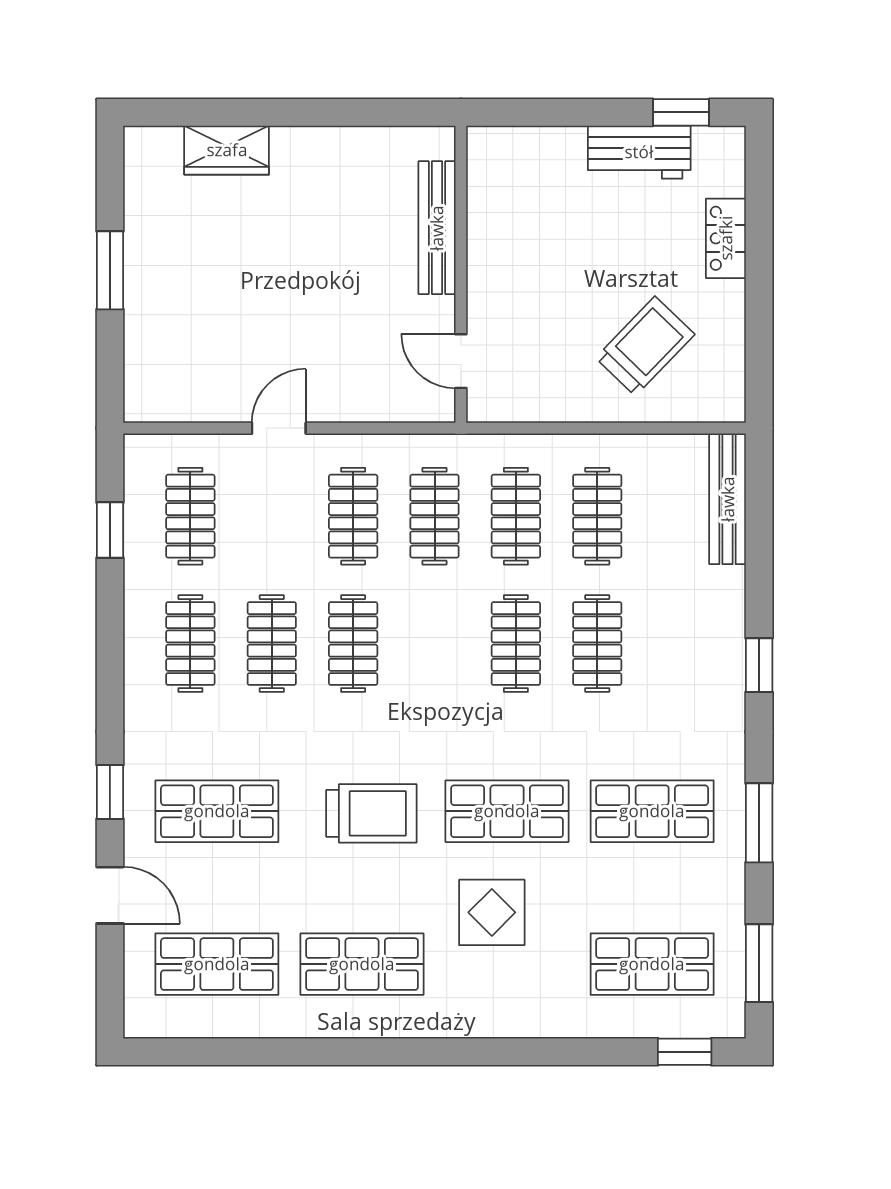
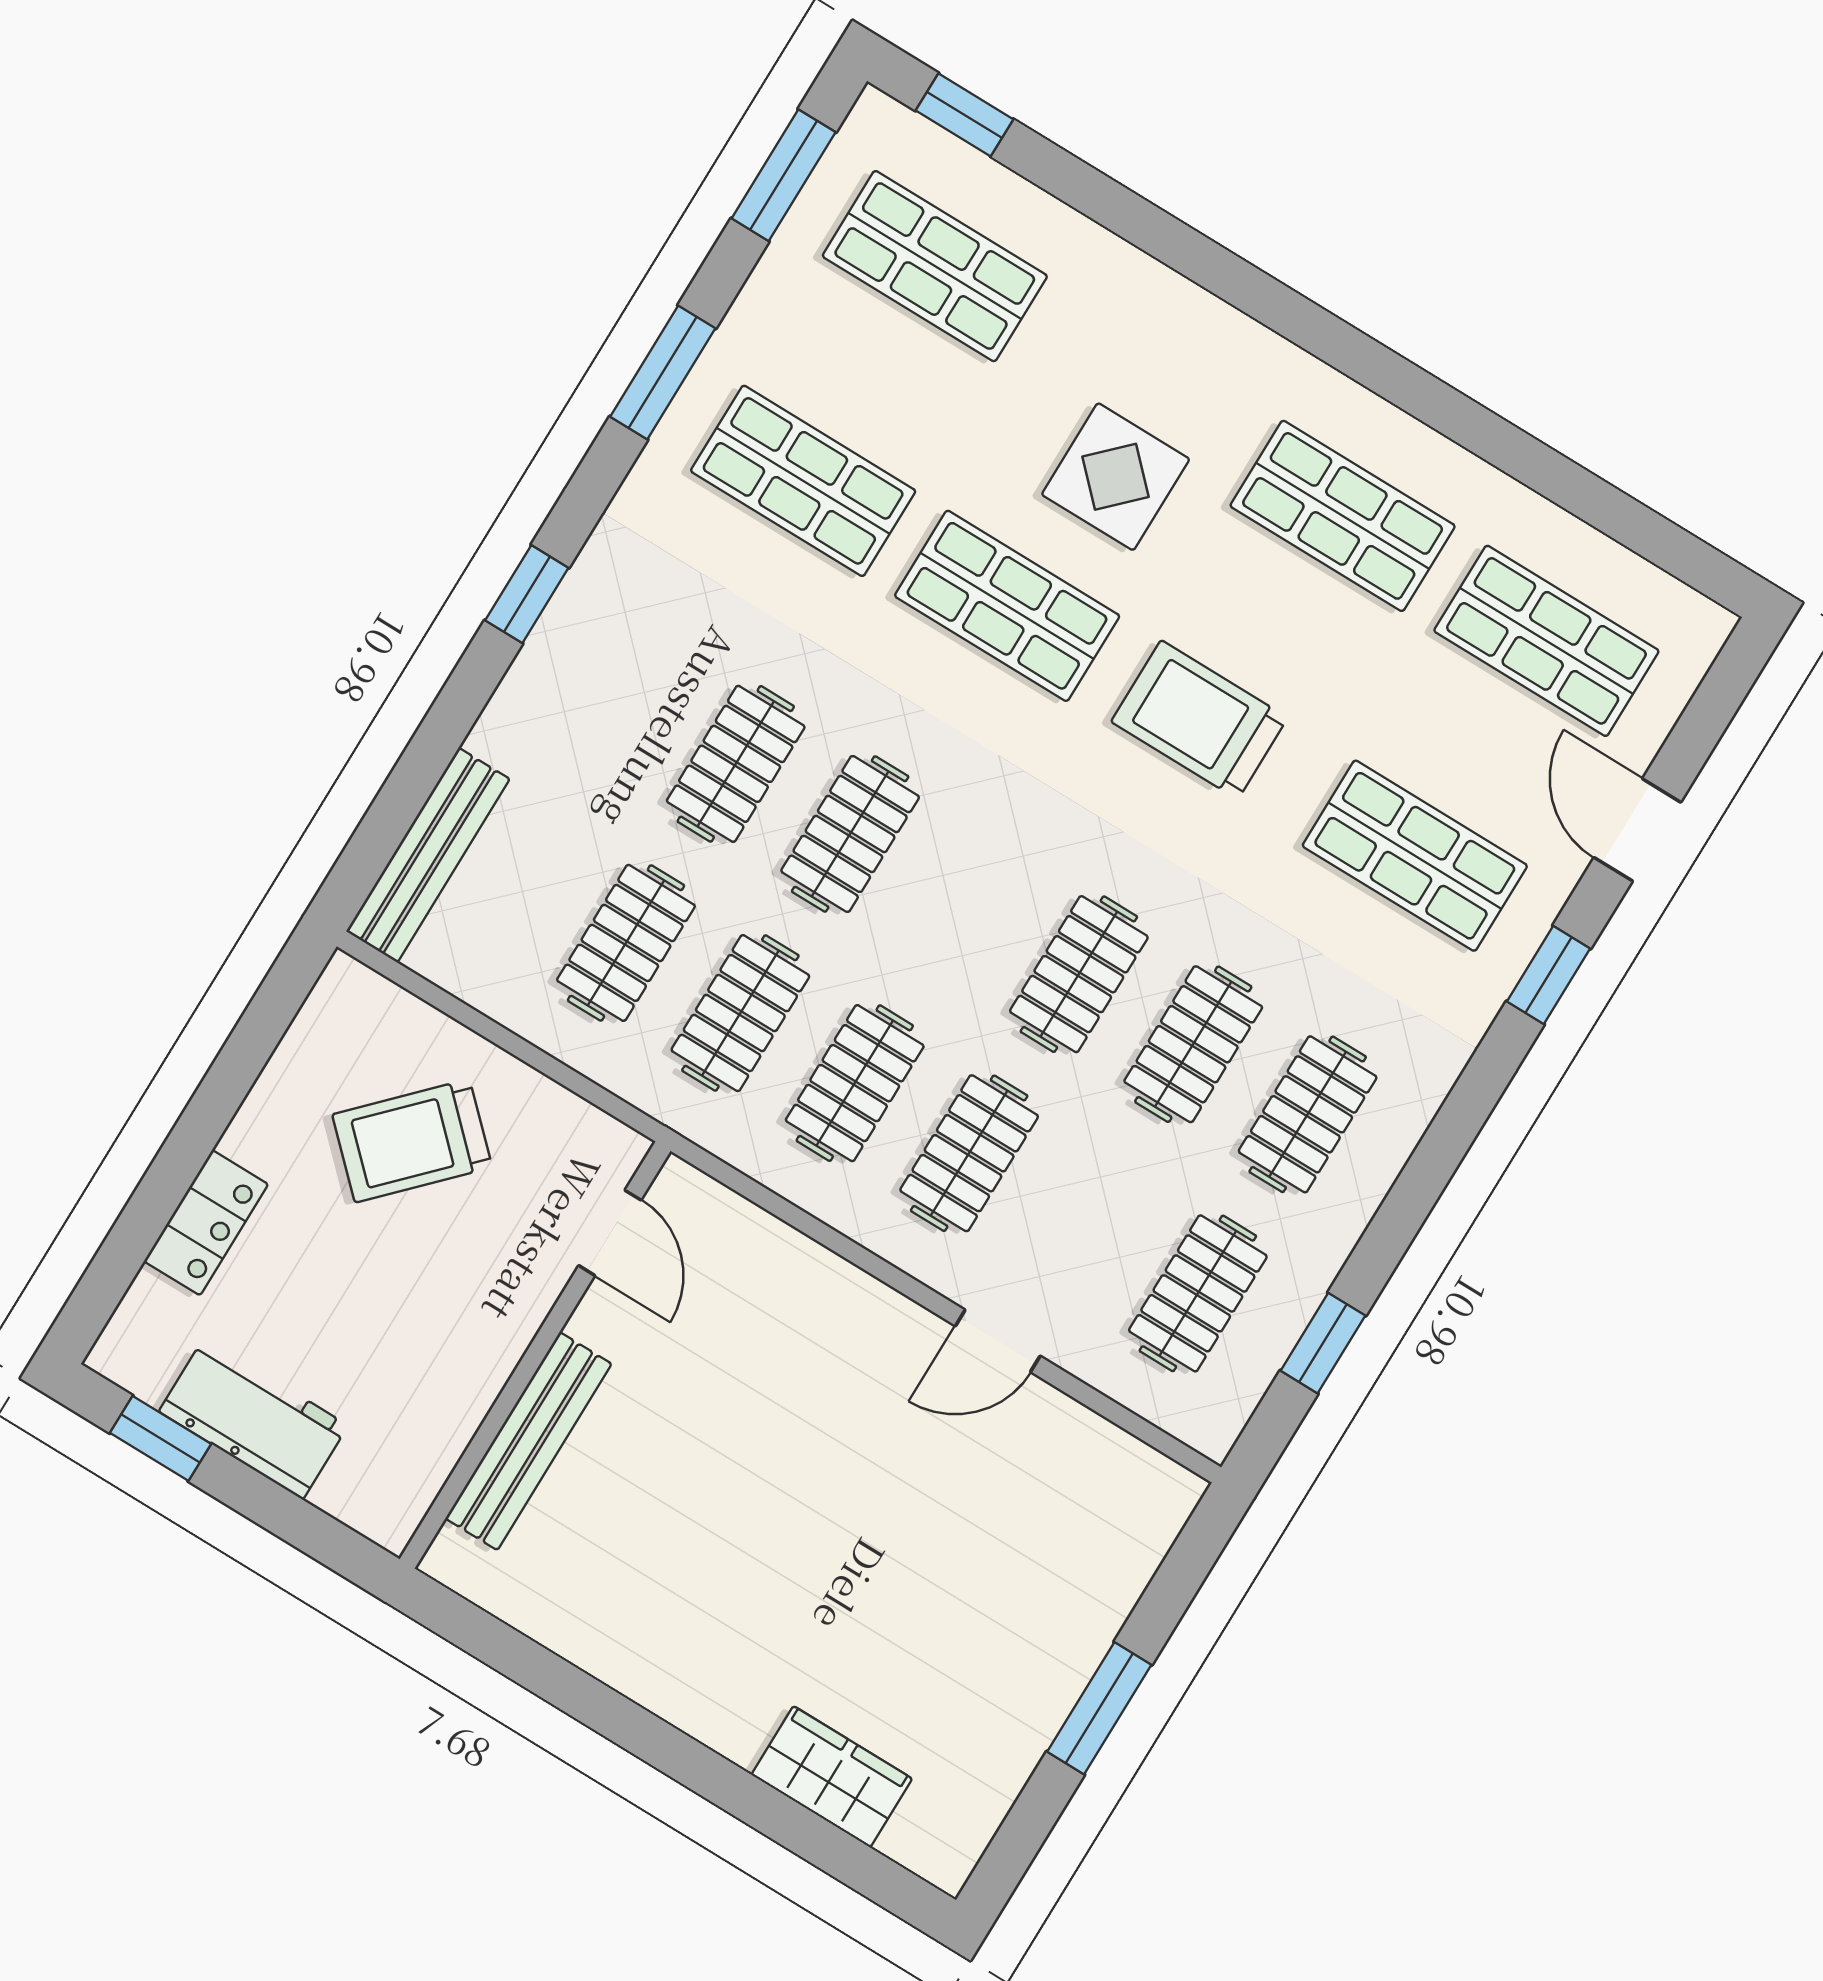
bench: (437, 228) -> (528, 1441), moved
wall: (461, 274) -> (535, 1355), moved
door: (461, 361) -> (610, 1233), moved

